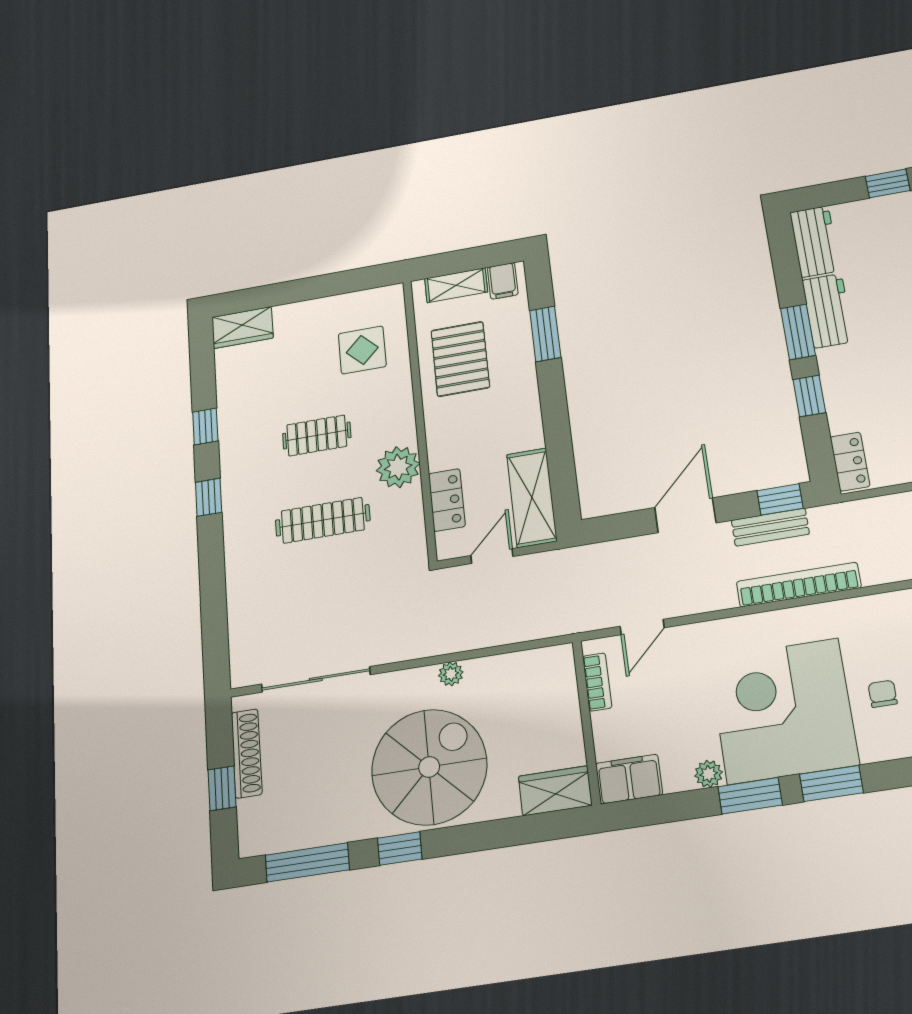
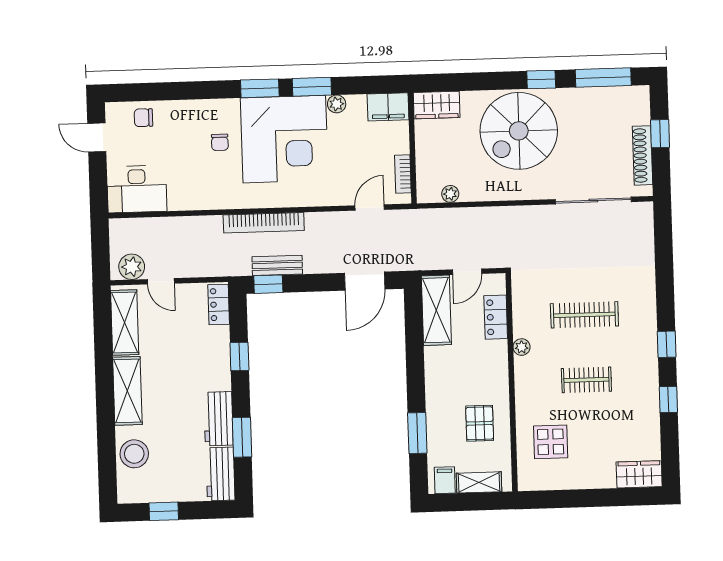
window: (798, 332) -> (242, 437), moved
pallet: (460, 359) -> (480, 423), width x0.67, depth x0.71
plant: (398, 467) -> (522, 347), width x0.53, depth x0.53
door: (685, 515) -> (365, 281), moved
plant: (451, 674) -> (450, 194), moved

